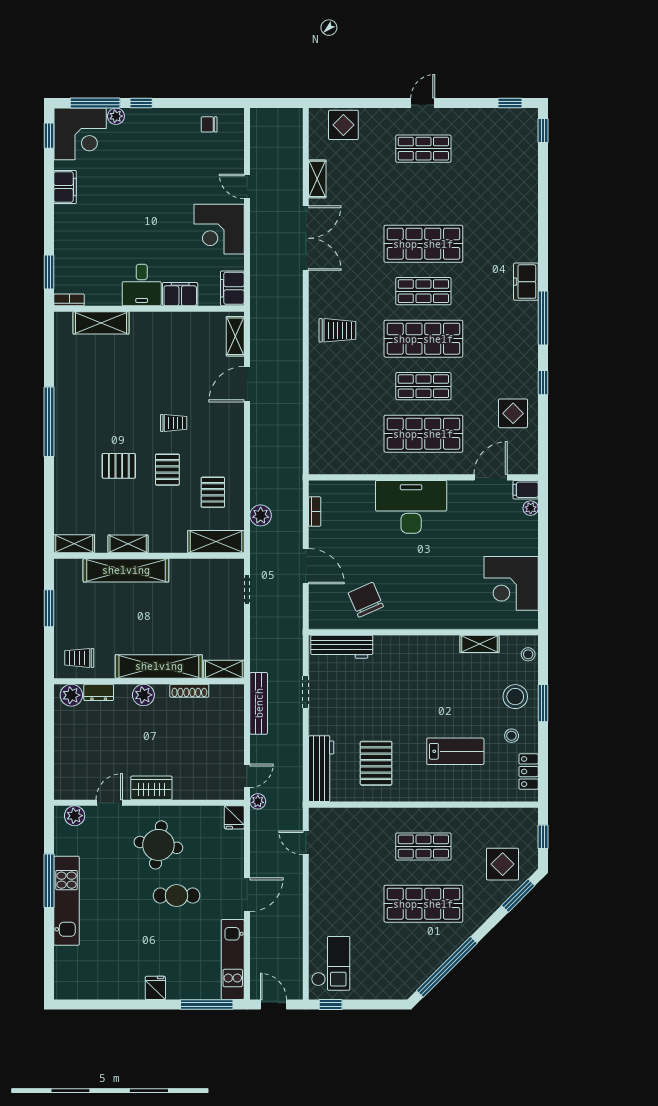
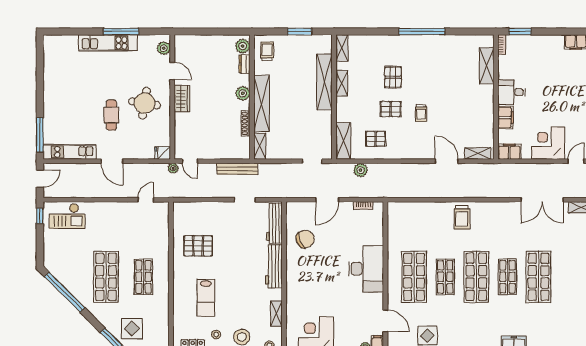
trolley: (337, 330) -> (462, 217), moved
workbench: (321, 769) -> (274, 266), moved, turned 90
fridge: (155, 988) -> (51, 101), removed

